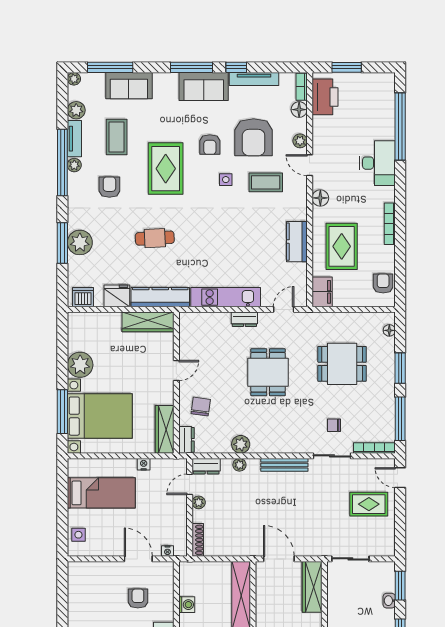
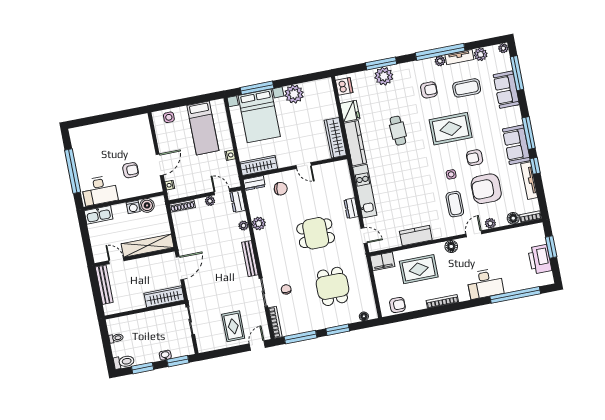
printer: (325, 97) -> (540, 259), moved, turned 90
boiler: (188, 586) -> (147, 205), added

